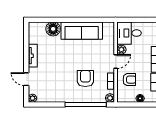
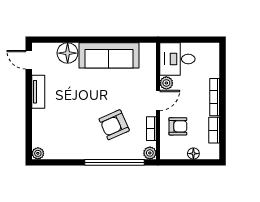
door: (26, 79) -> (29, 60), moved
armchair: (85, 79) -> (114, 125), turned -114

